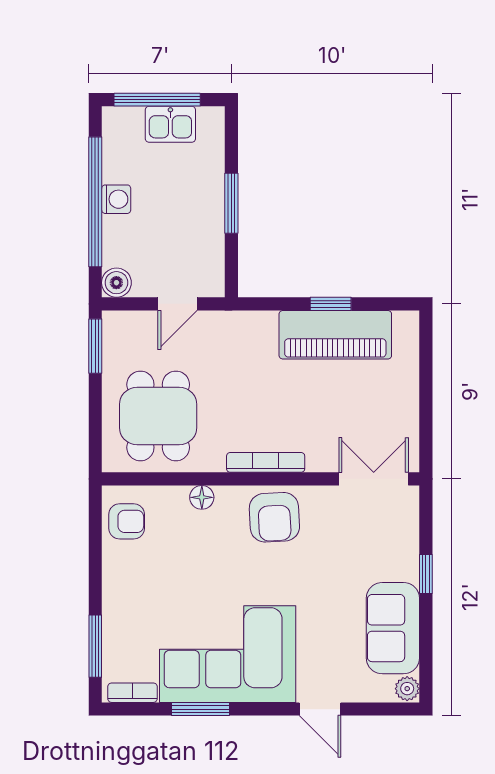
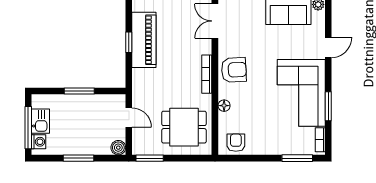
washing machine: (116, 199) -> (39, 142), moved, turned 90
window: (95, 202) -> (79, 158), width x0.47

